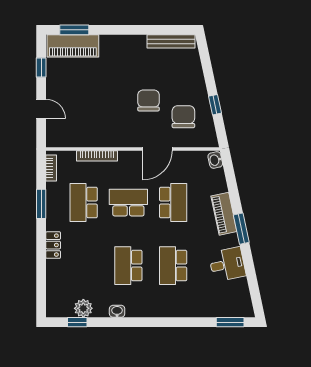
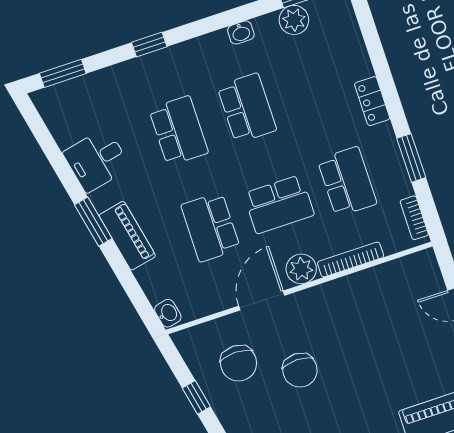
plant: (128, 160) -> (301, 269), added
window: (174, 322) -> (149, 45), added

